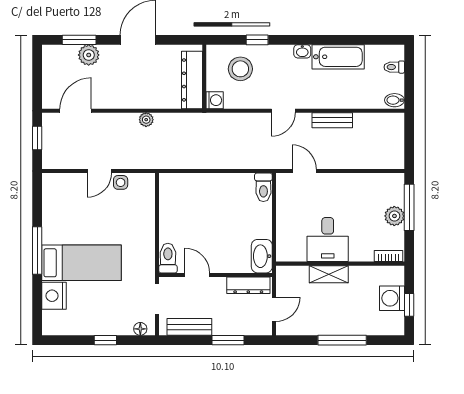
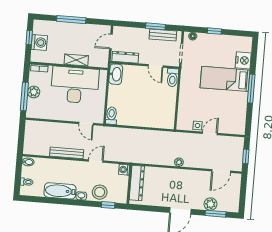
stool: (240, 69) -> (100, 192), moved
wall: (204, 77) -> (129, 184), moved
dresser: (192, 80) -> (137, 183), moved
washing machine: (215, 100) -> (124, 170), moved
bench: (332, 120) -> (67, 153), width x1.36
desk: (328, 240) -> (75, 85), width x1.87, depth x1.30
window: (228, 340) -> (156, 26), moved

